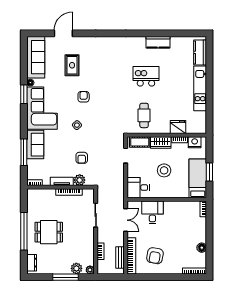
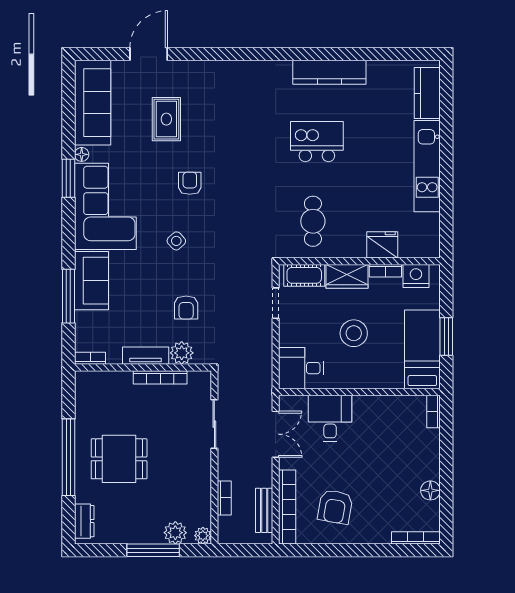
kitchen counter: (158, 42) -> (329, 72), width x1.50

